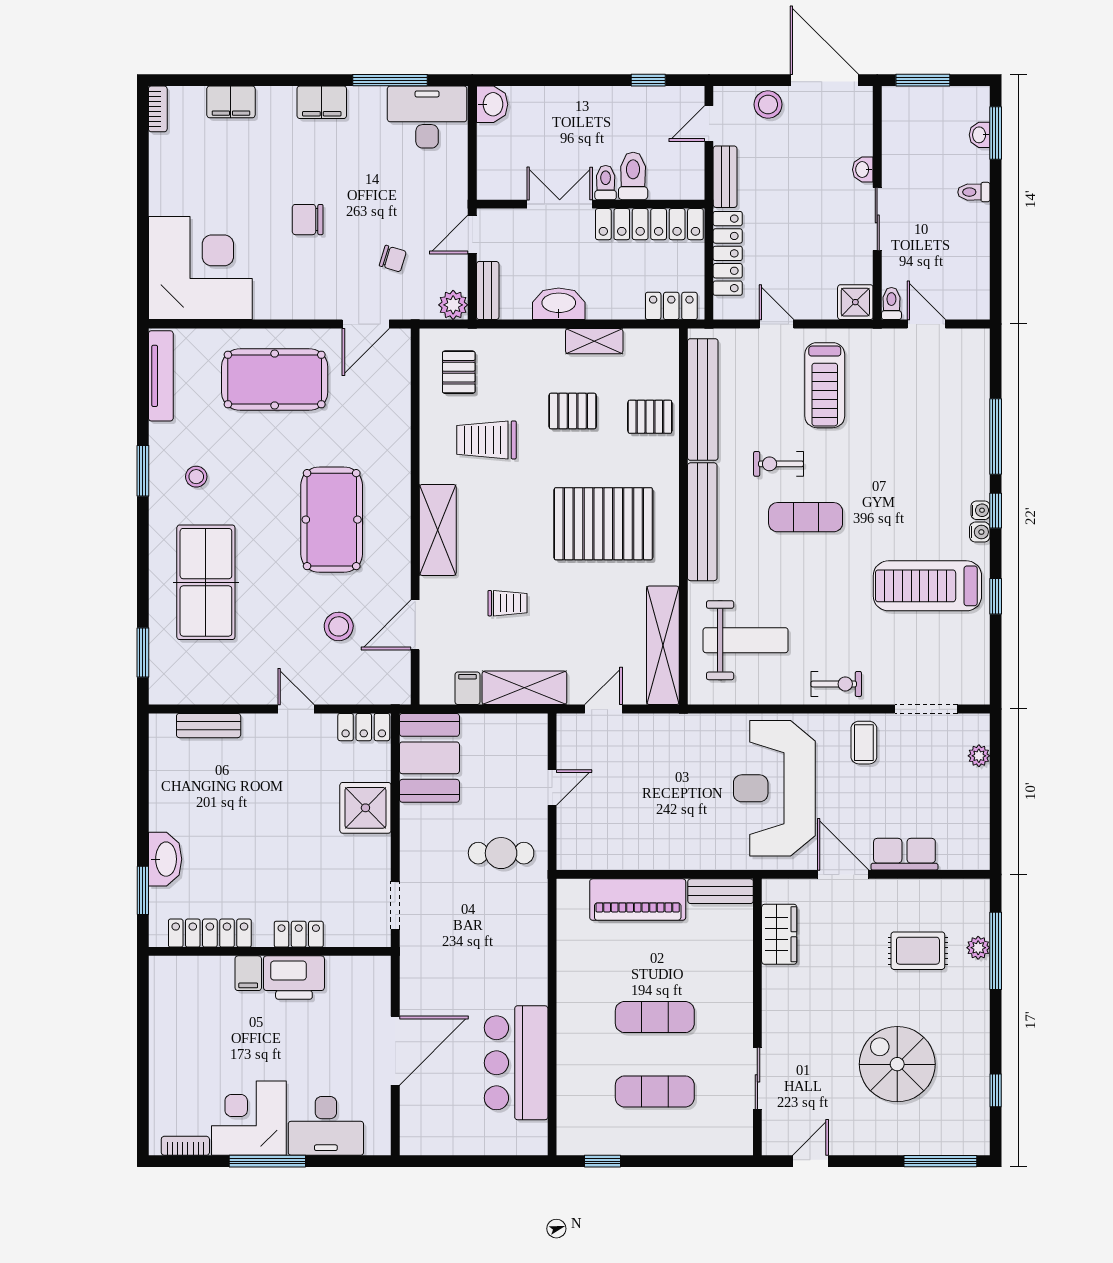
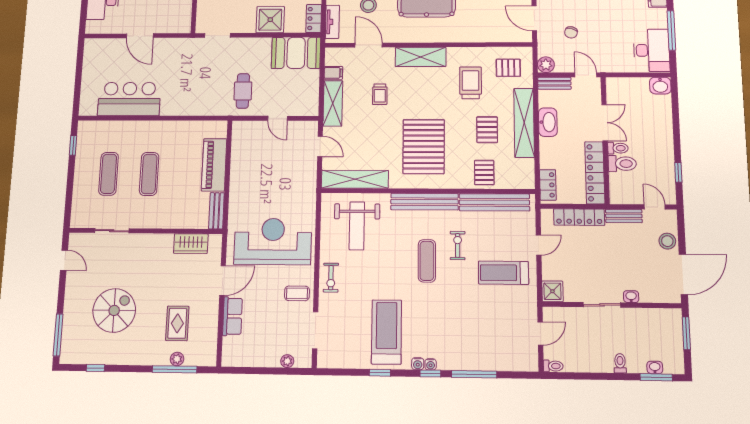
toilet: (891, 304) -> (553, 366), moved
shelving: (594, 341) -> (524, 123), width x2.20, depth x1.33
tv unit: (370, 692) -> (332, 22), added
door: (395, 1051) -> (140, 36), width x0.73

